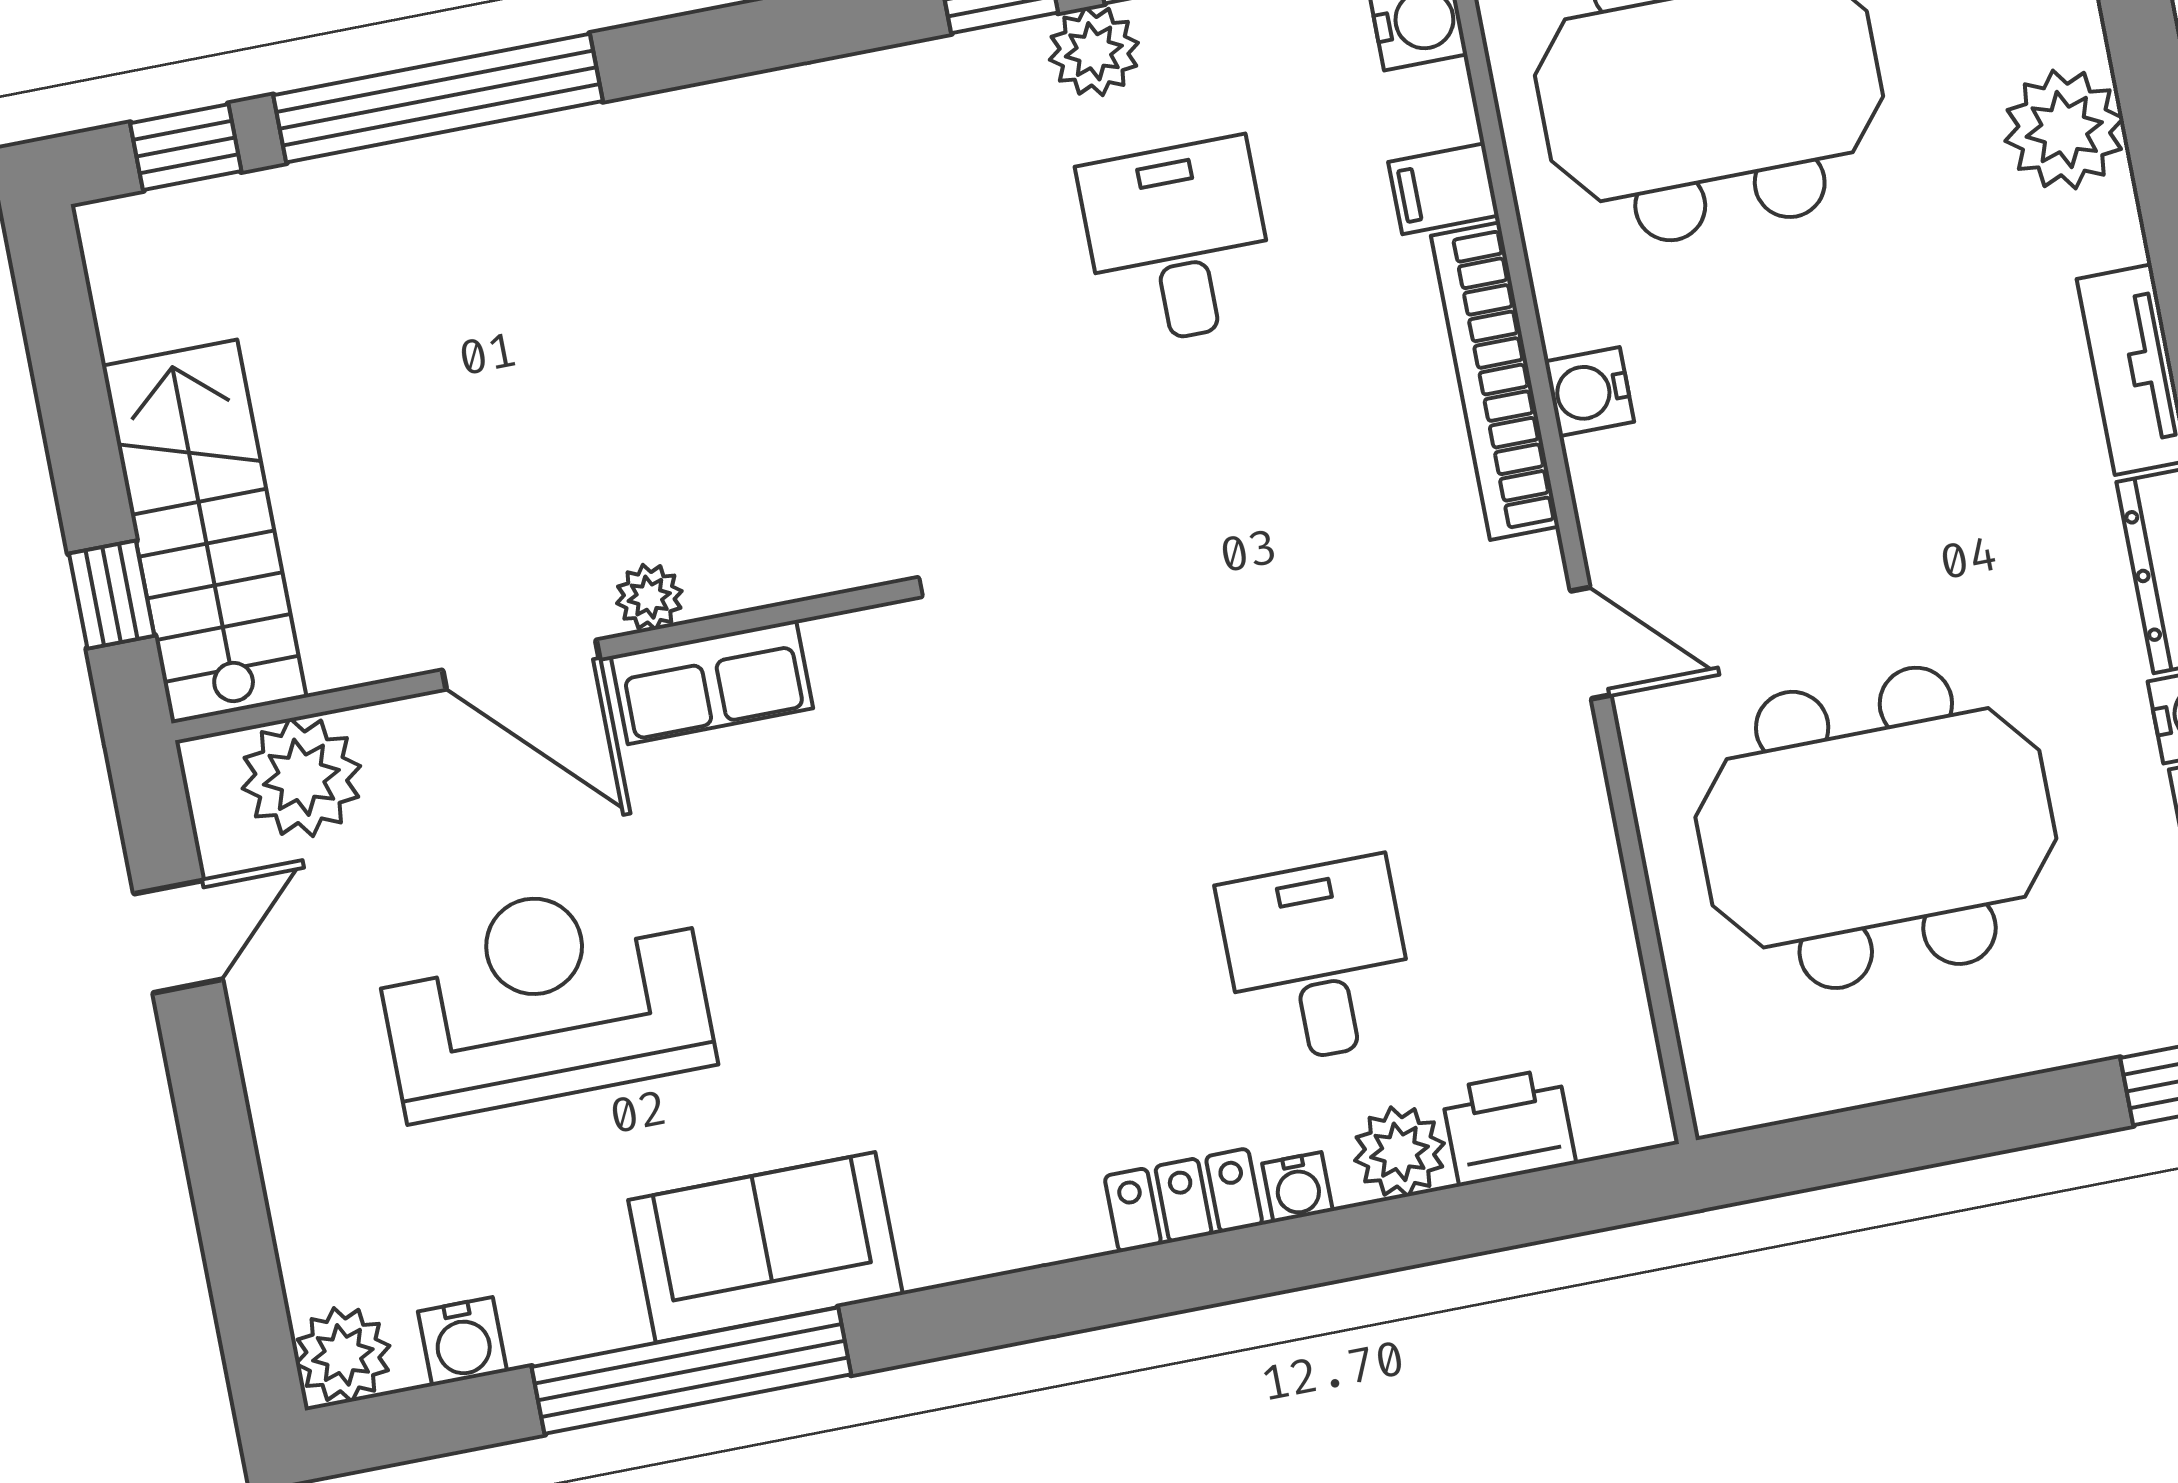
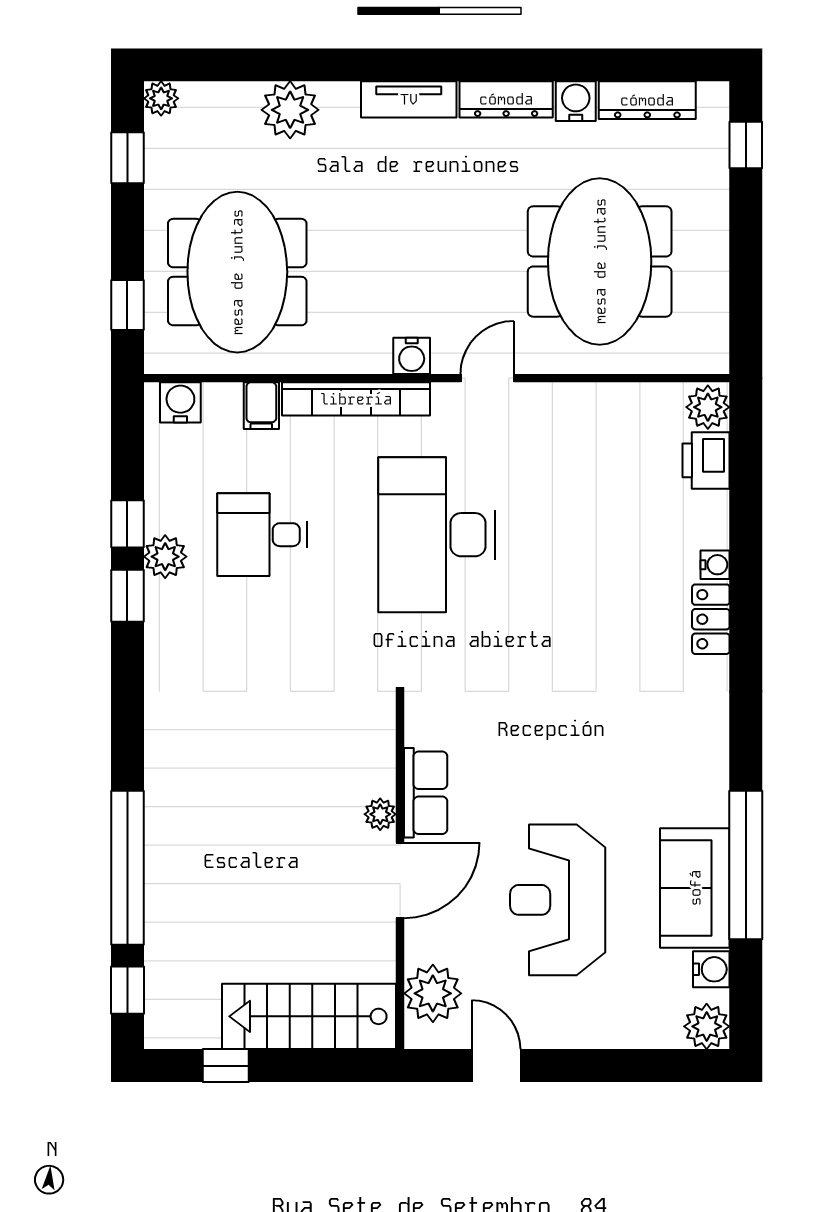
water cooler: (1589, 392) -> (412, 356), moved
window: (112, 595) -> (226, 1066), moved
desk: (1318, 961) -> (437, 535), moved, width x1.87, depth x1.30
plant: (1399, 1152) -> (708, 407), moved
sofa: (765, 1247) -> (695, 888), moved

